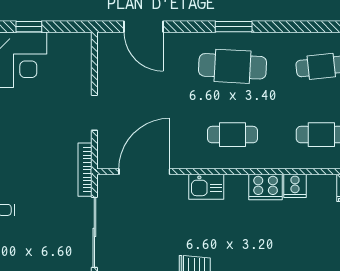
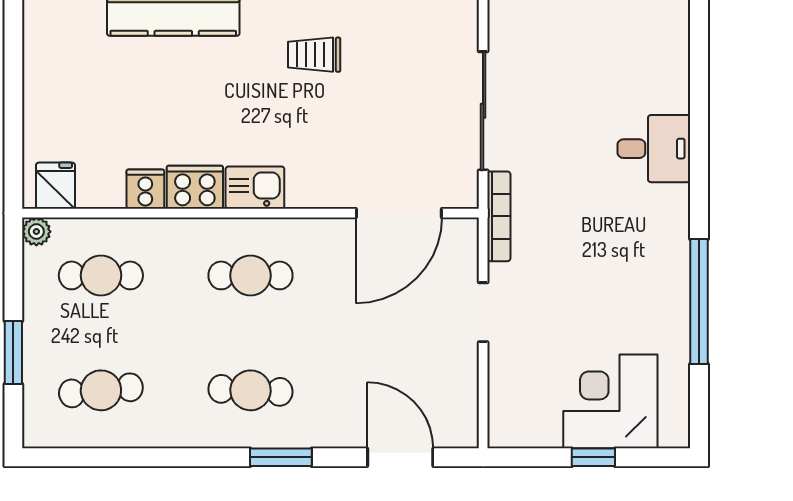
window: (234, 27) -> (281, 457), moved
cafe table: (233, 66) -> (250, 390), width x0.73, depth x0.74
kitchen sink: (206, 187) -> (255, 188), moved

